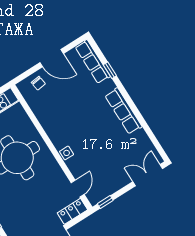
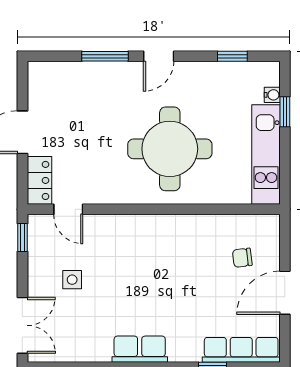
chair: (38, 83) -> (242, 258), moved
row of seats: (123, 111) -> (140, 349), width x0.68
side table: (67, 153) -> (72, 280), moved

